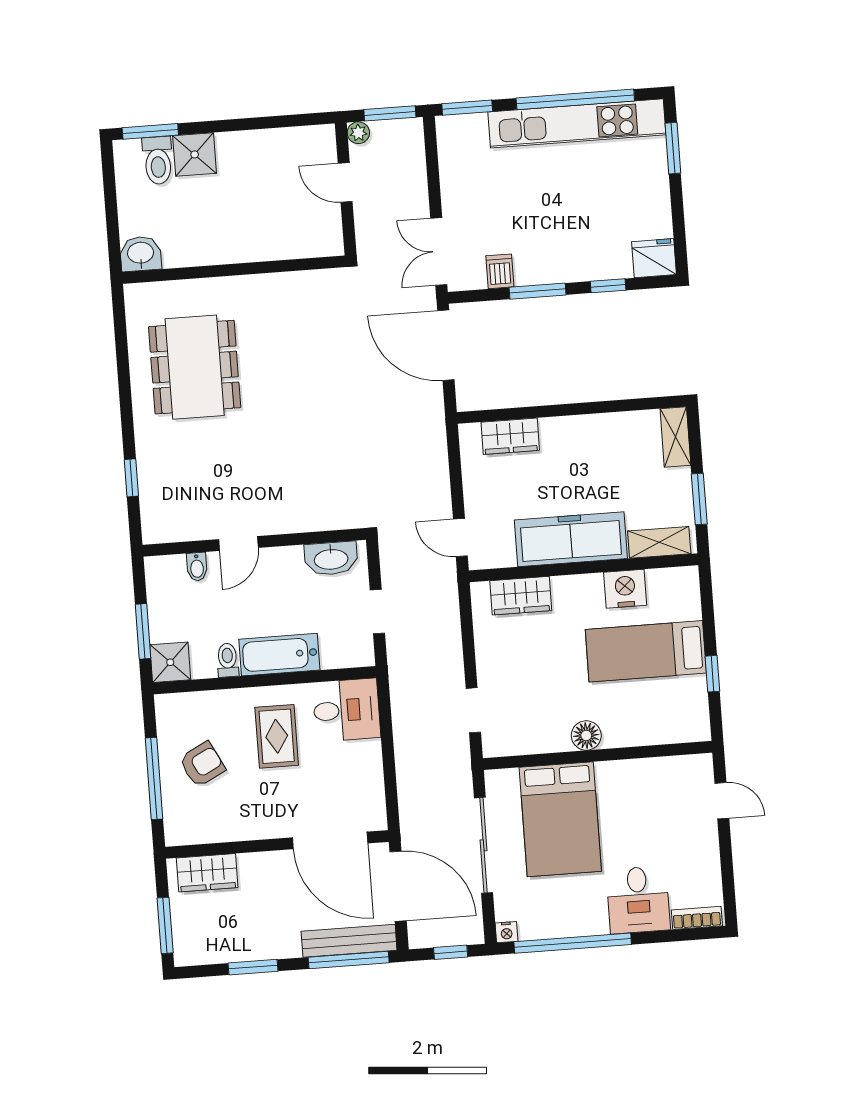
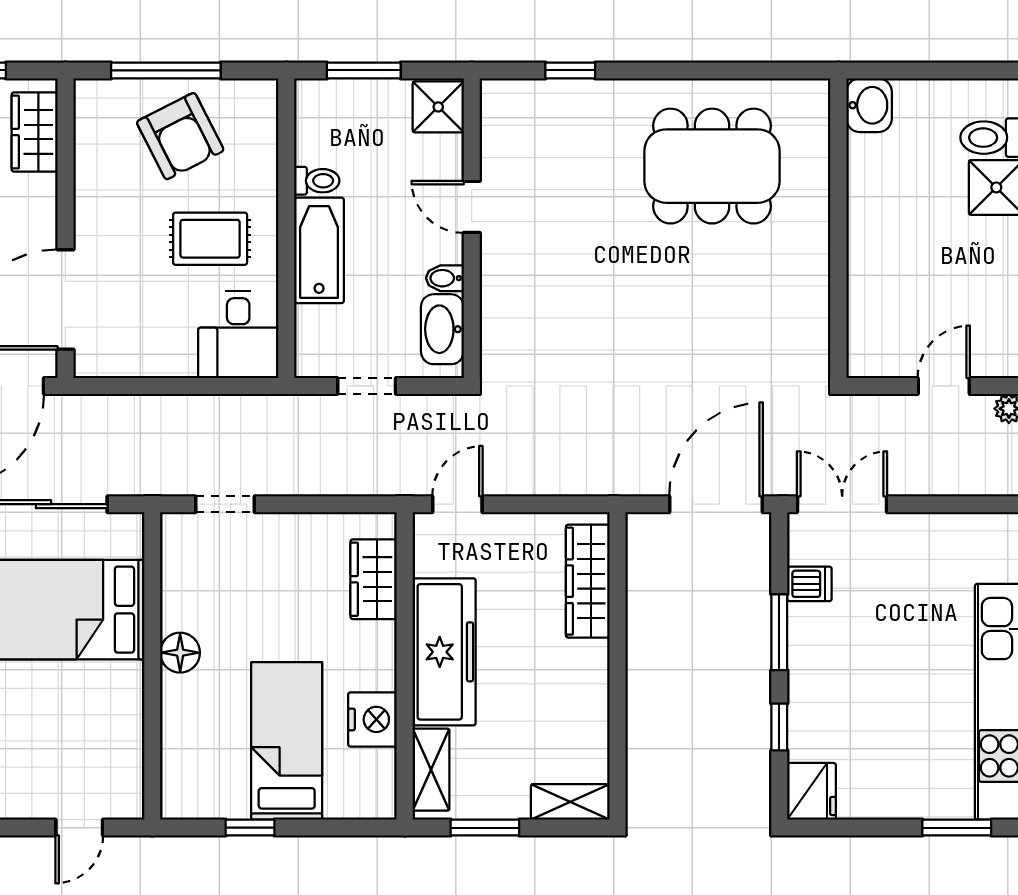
wardrobe: (510, 436) -> (588, 581), width x1.50
bidet: (197, 567) -> (445, 278), moved
shower: (170, 662) -> (438, 107), moved
armchair: (202, 764) -> (180, 136), width x1.38, depth x1.38

